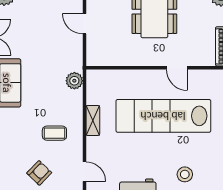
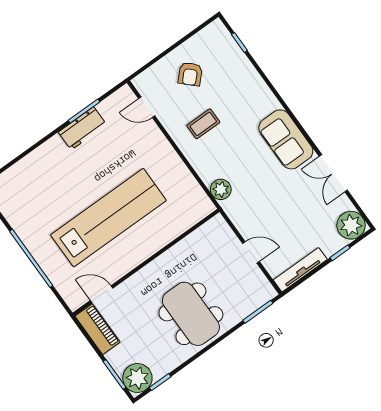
door: (177, 68) -> (102, 294), moved
shelving: (93, 120) -> (175, 163), removed
stool: (185, 174) -> (46, 175), removed

